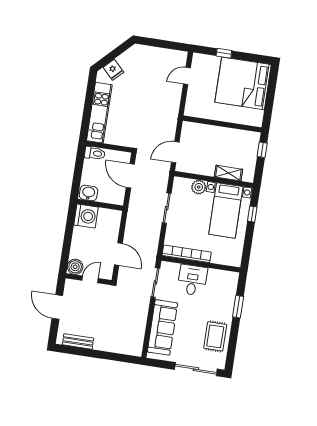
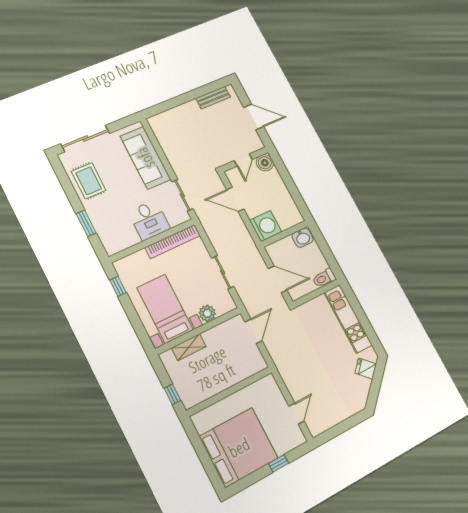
window: (252, 214) -> (118, 286), moved
washing machine: (86, 216) -> (266, 226), moved, turned 180

